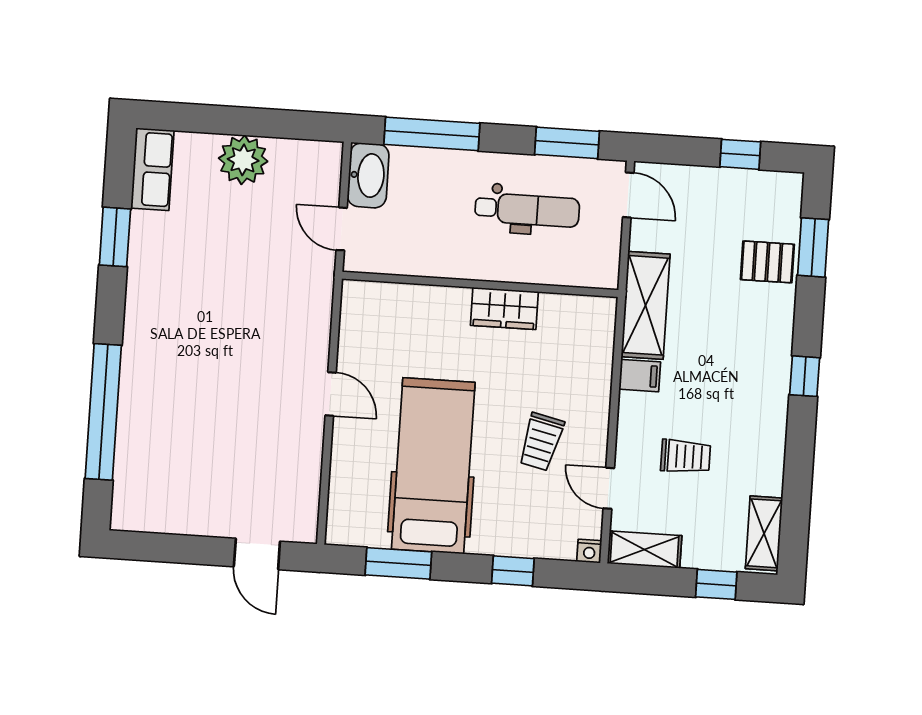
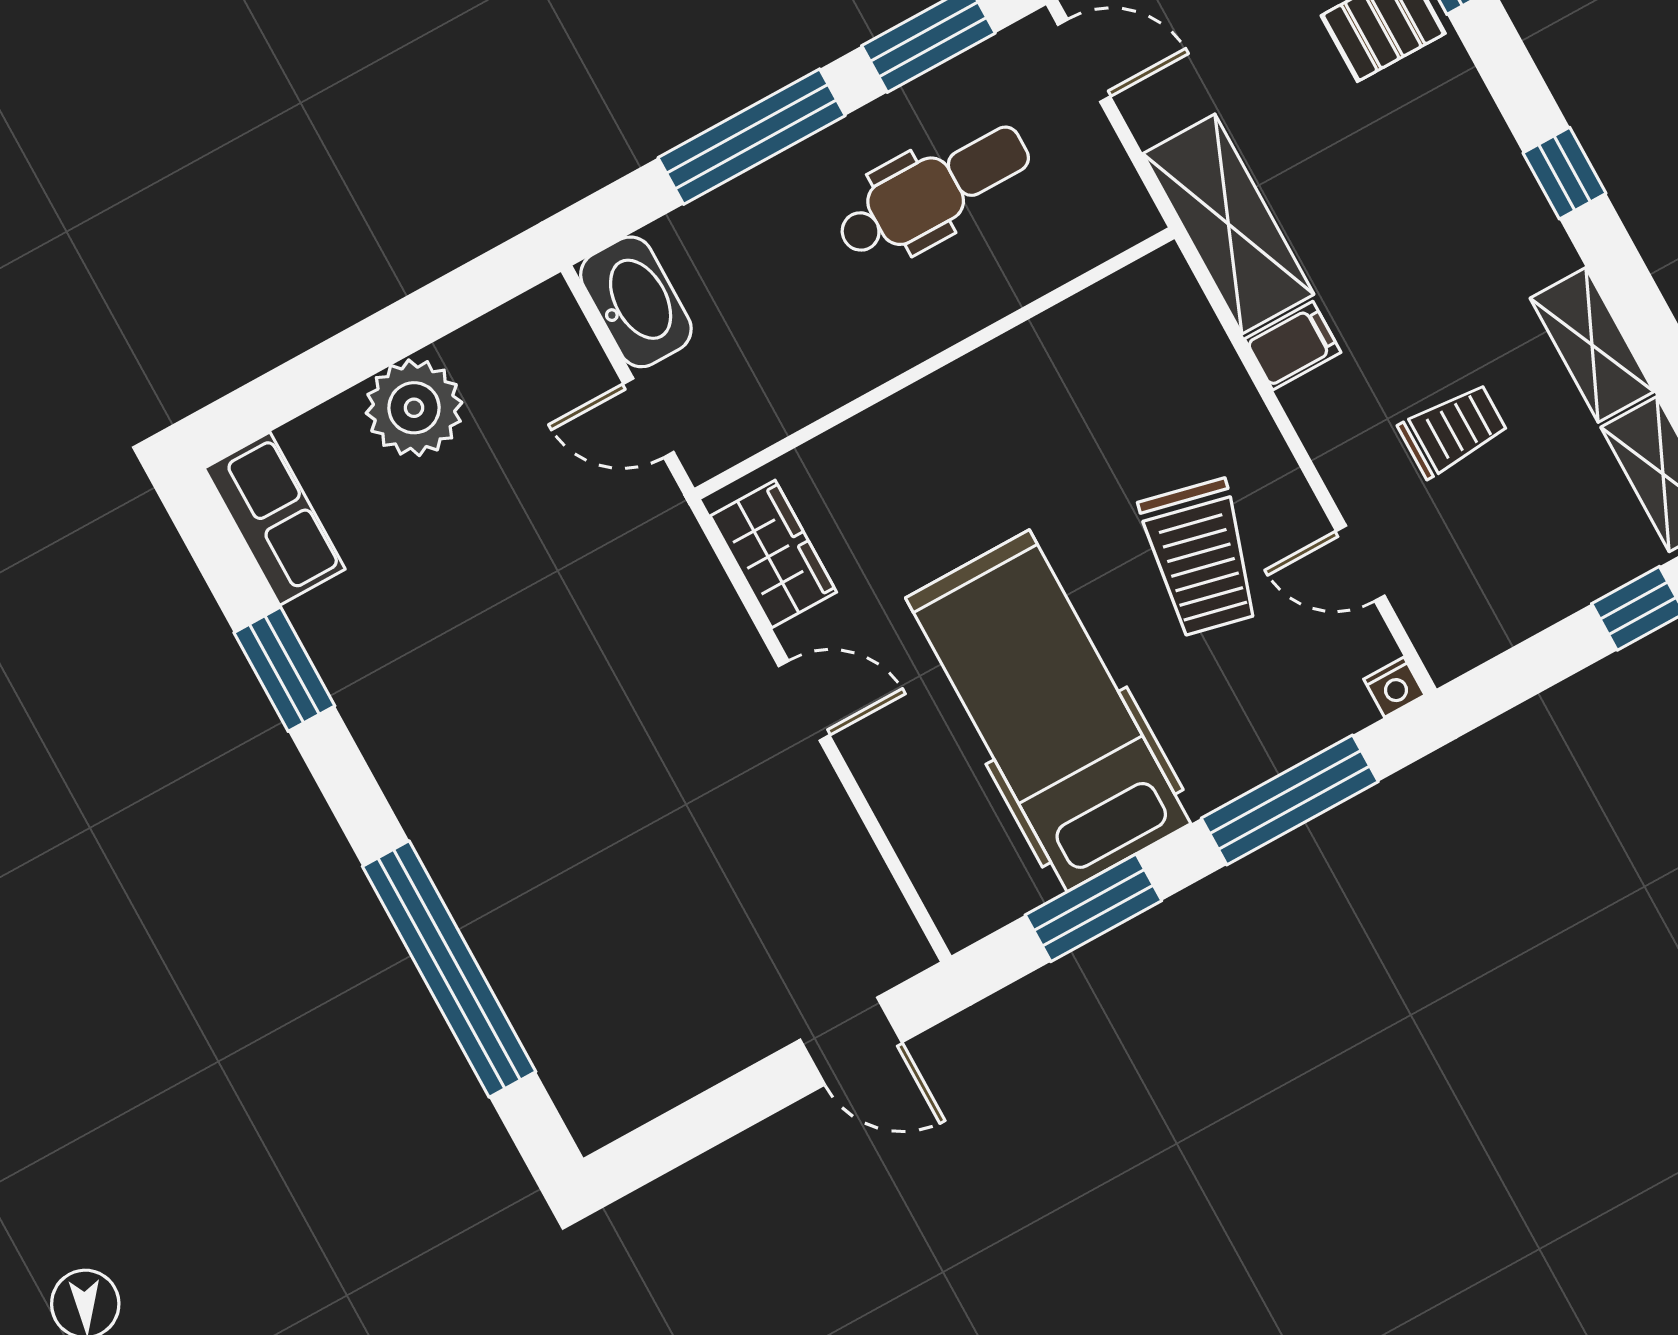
window: (432, 134) -> (752, 137), moved
wardrobe: (504, 308) -> (773, 554), moved, turned -90
trolley: (541, 442) -> (1200, 558), width x1.36, depth x1.39
shelving: (645, 550) -> (1592, 345), moved, turned 90
window: (513, 571) -> (1290, 800), width x2.17

